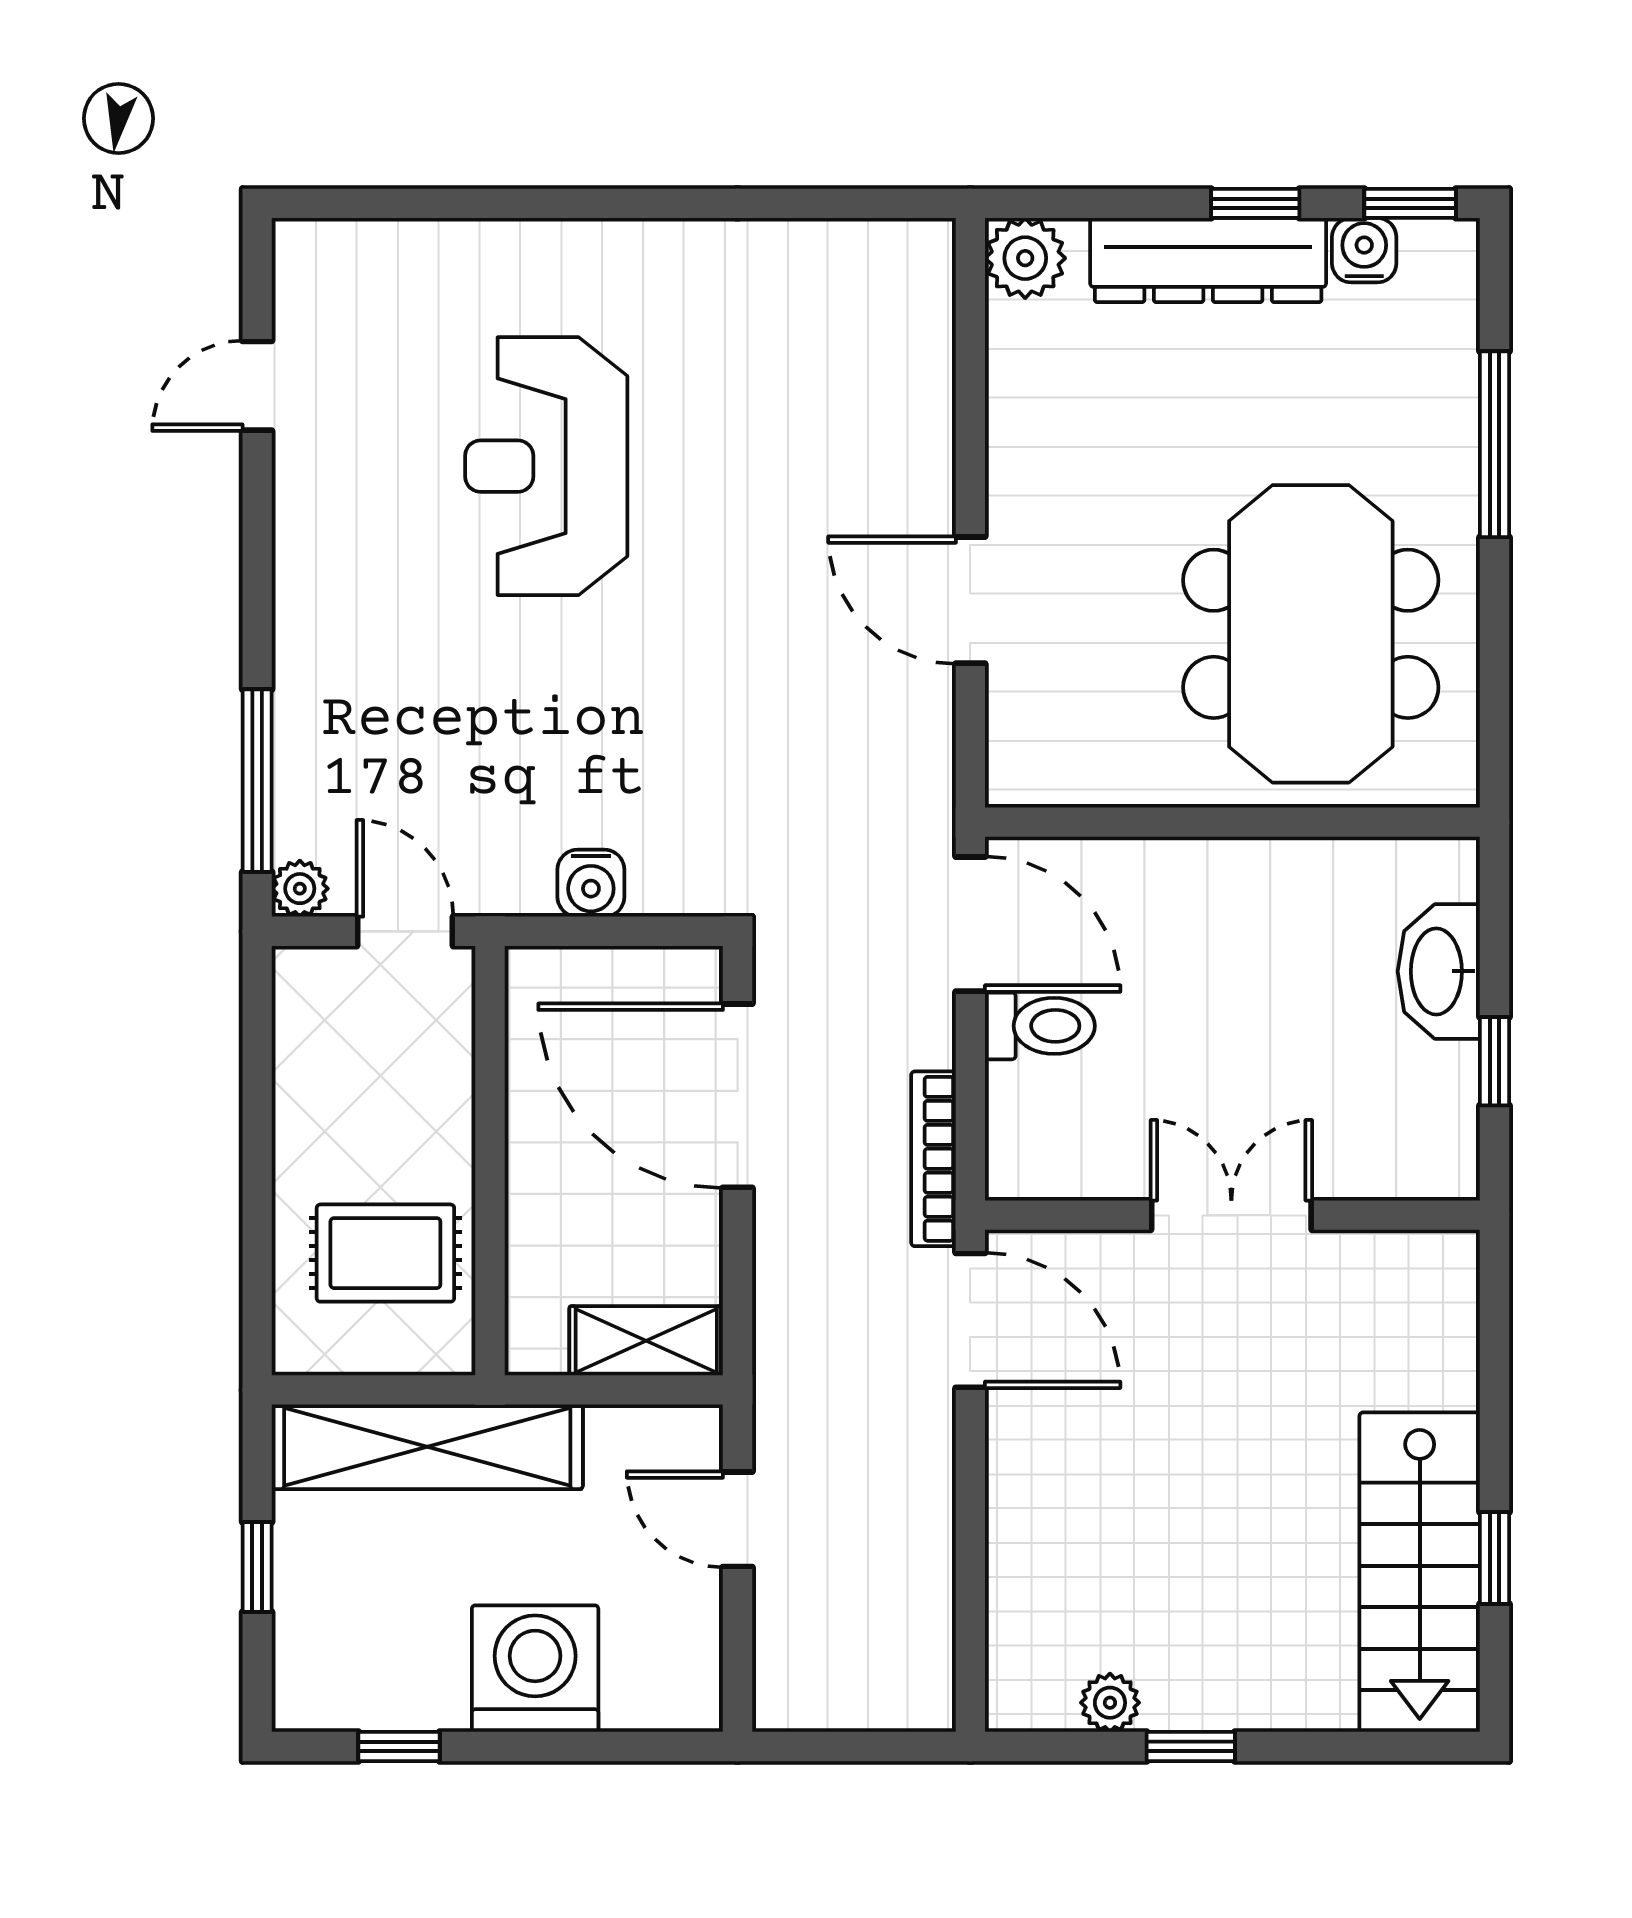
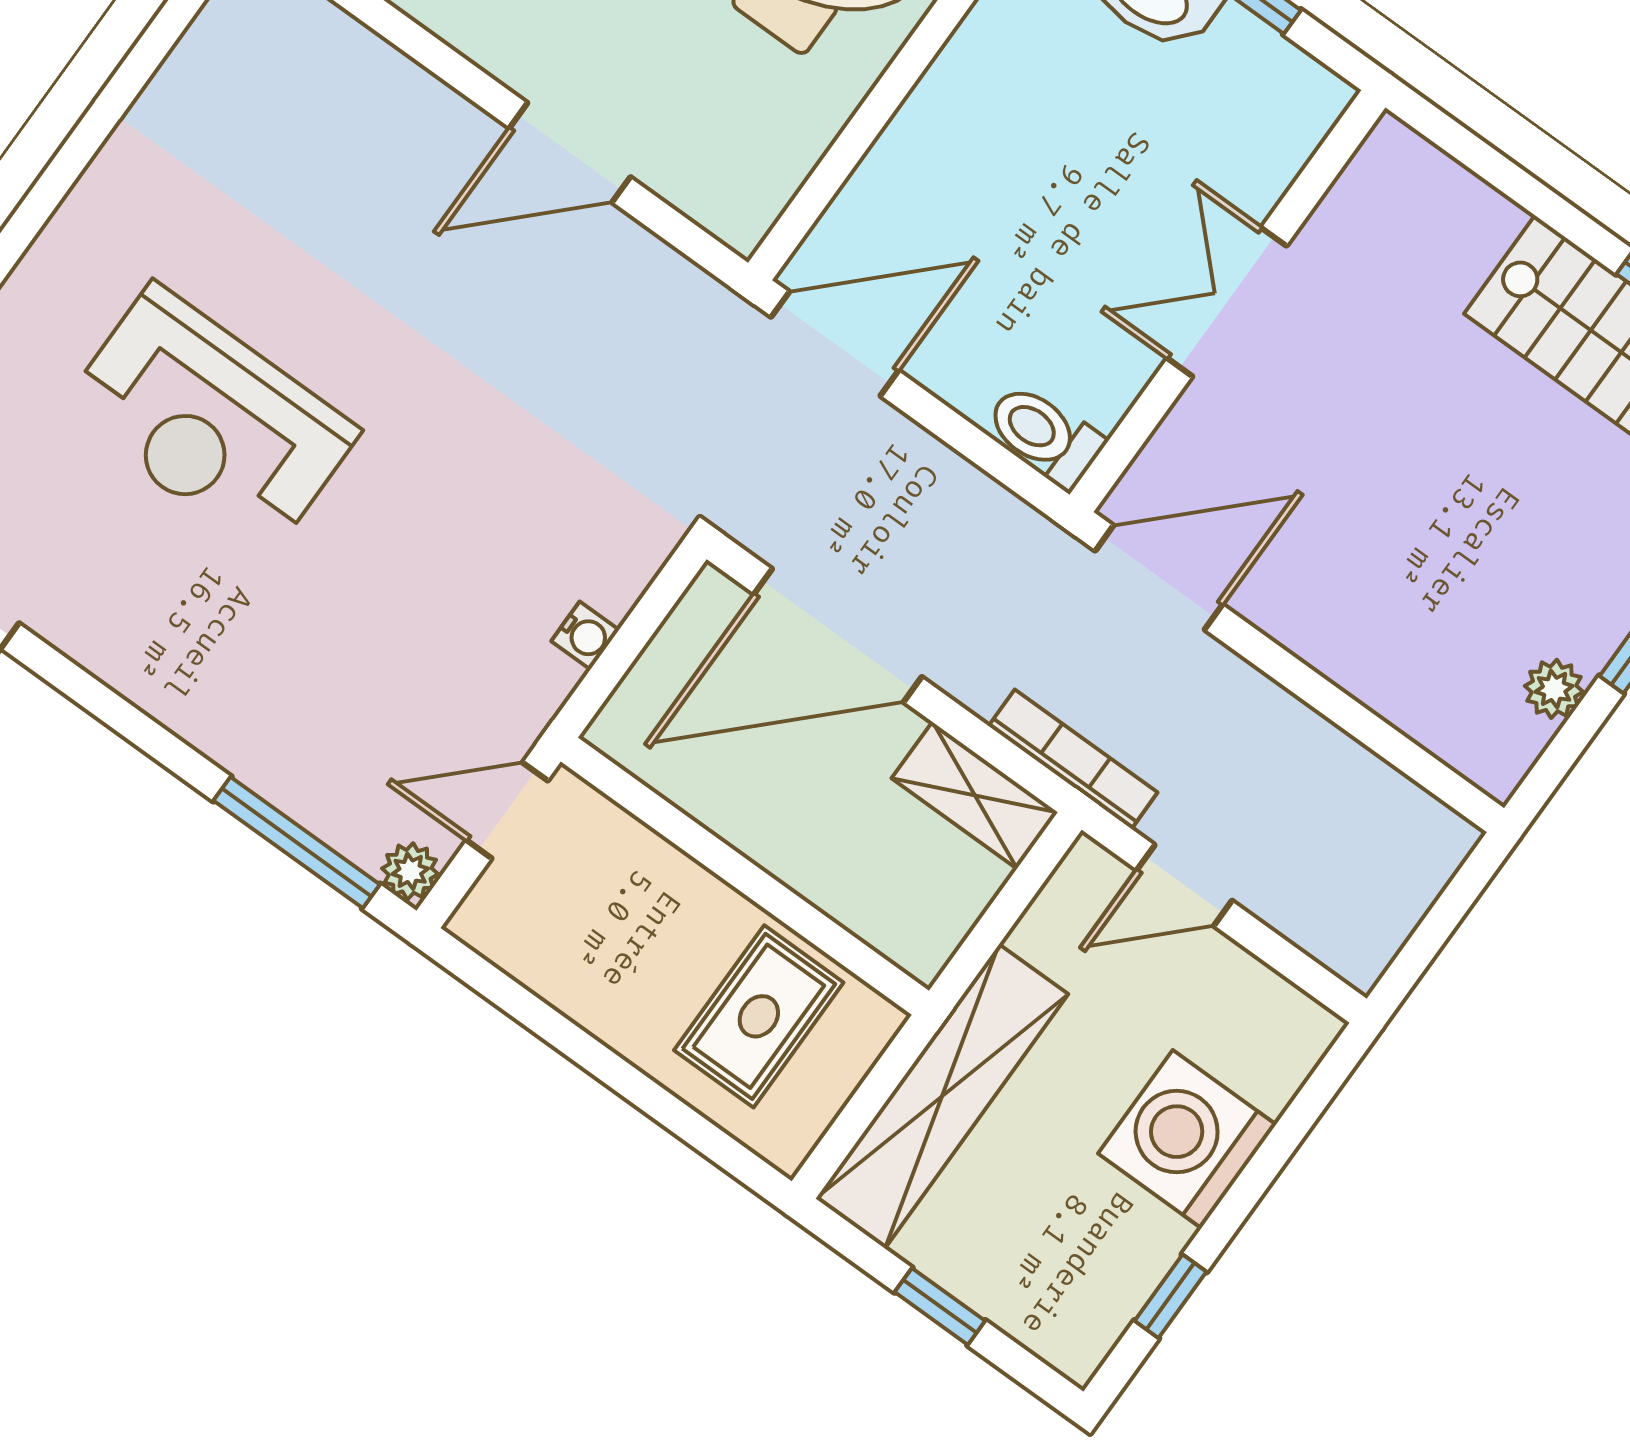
water cooler: (591, 883) -> (585, 635), width x0.72, depth x0.72
toilet: (1040, 1026) -> (1044, 435), moved, turned -90
bookcase: (934, 1159) -> (1073, 759), moved, turned 180
shelving: (646, 1341) -> (975, 795), moved, turned 90

